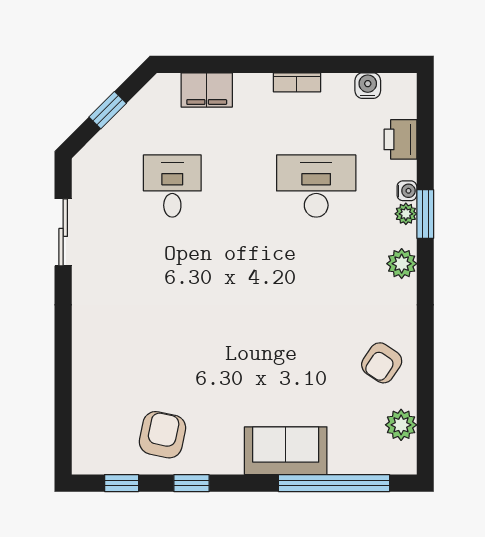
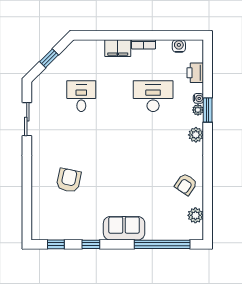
filing cabinet: (207, 90) -> (118, 48), moved
armchair: (162, 435) -> (69, 180), moved
sofa: (286, 451) -> (124, 228), moved

